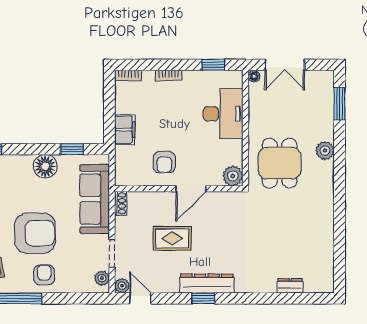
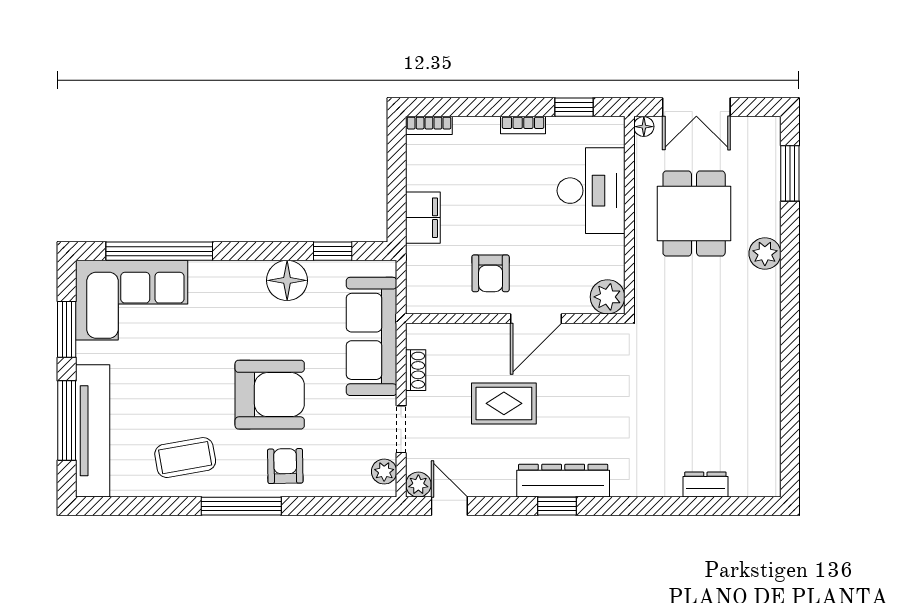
bookcase: (169, 75) -> (523, 125), moved
dining table: (280, 163) -> (694, 214), moved
shoe rack: (121, 203) -> (416, 370), moved

